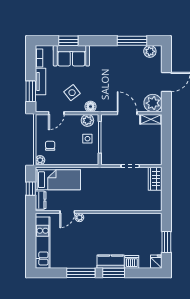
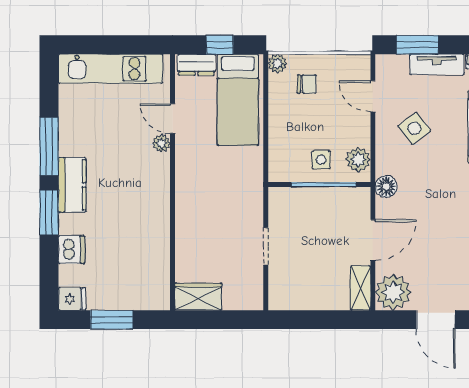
floor lamp: (91, 107) -> (386, 187), moved
wardrobe: (155, 179) -> (198, 297), moved
kitchen counter: (111, 262) -> (72, 185), moved

